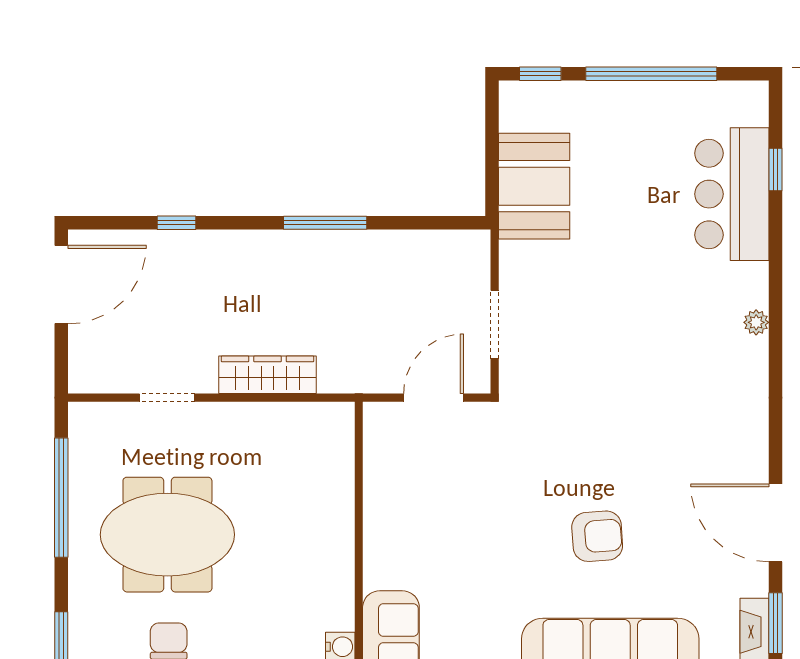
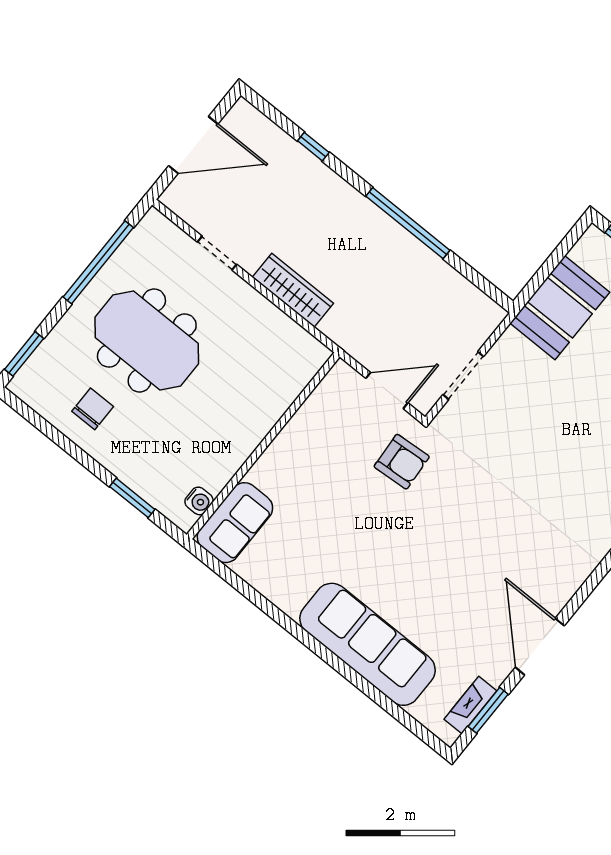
window: (325, 223) -> (408, 223), width x1.46
door: (61, 285) -> (193, 145), moved
armchair: (597, 536) -> (402, 462), moved

